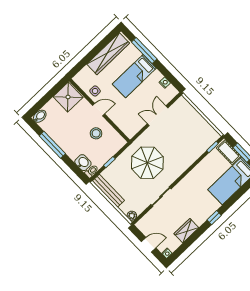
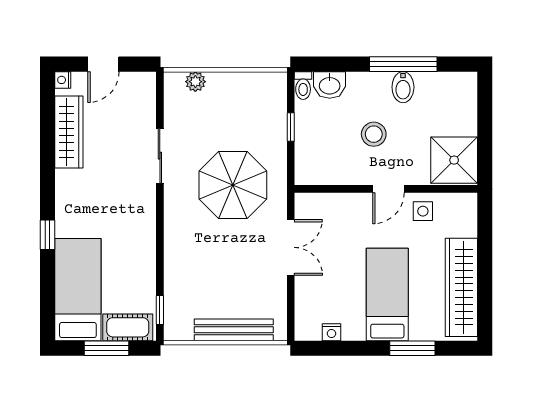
window: (144, 51) -> (412, 348), width x0.69
bidet: (40, 116) -> (403, 87), moved
double door: (158, 116) -> (291, 247), moved
stool: (96, 133) -> (374, 134), moved
bench: (108, 191) -> (234, 330), moved
plant: (132, 216) -> (195, 82), moved
window: (214, 218) -> (47, 235), moved
wardrobe: (186, 231) -> (69, 132), width x1.50

